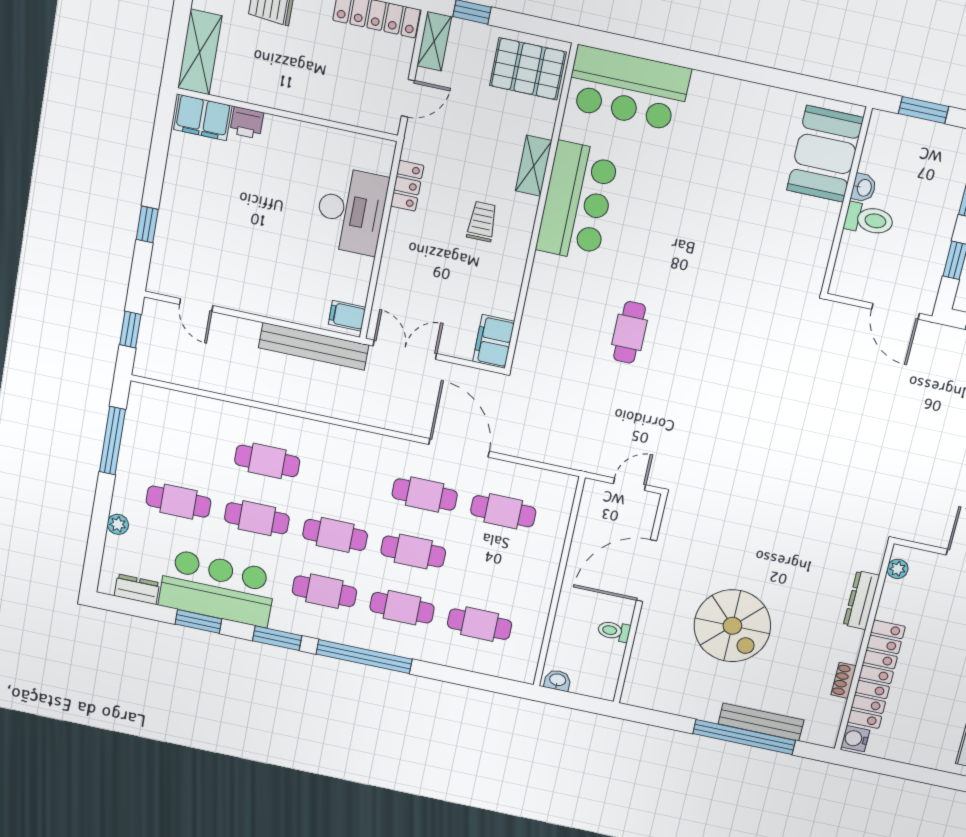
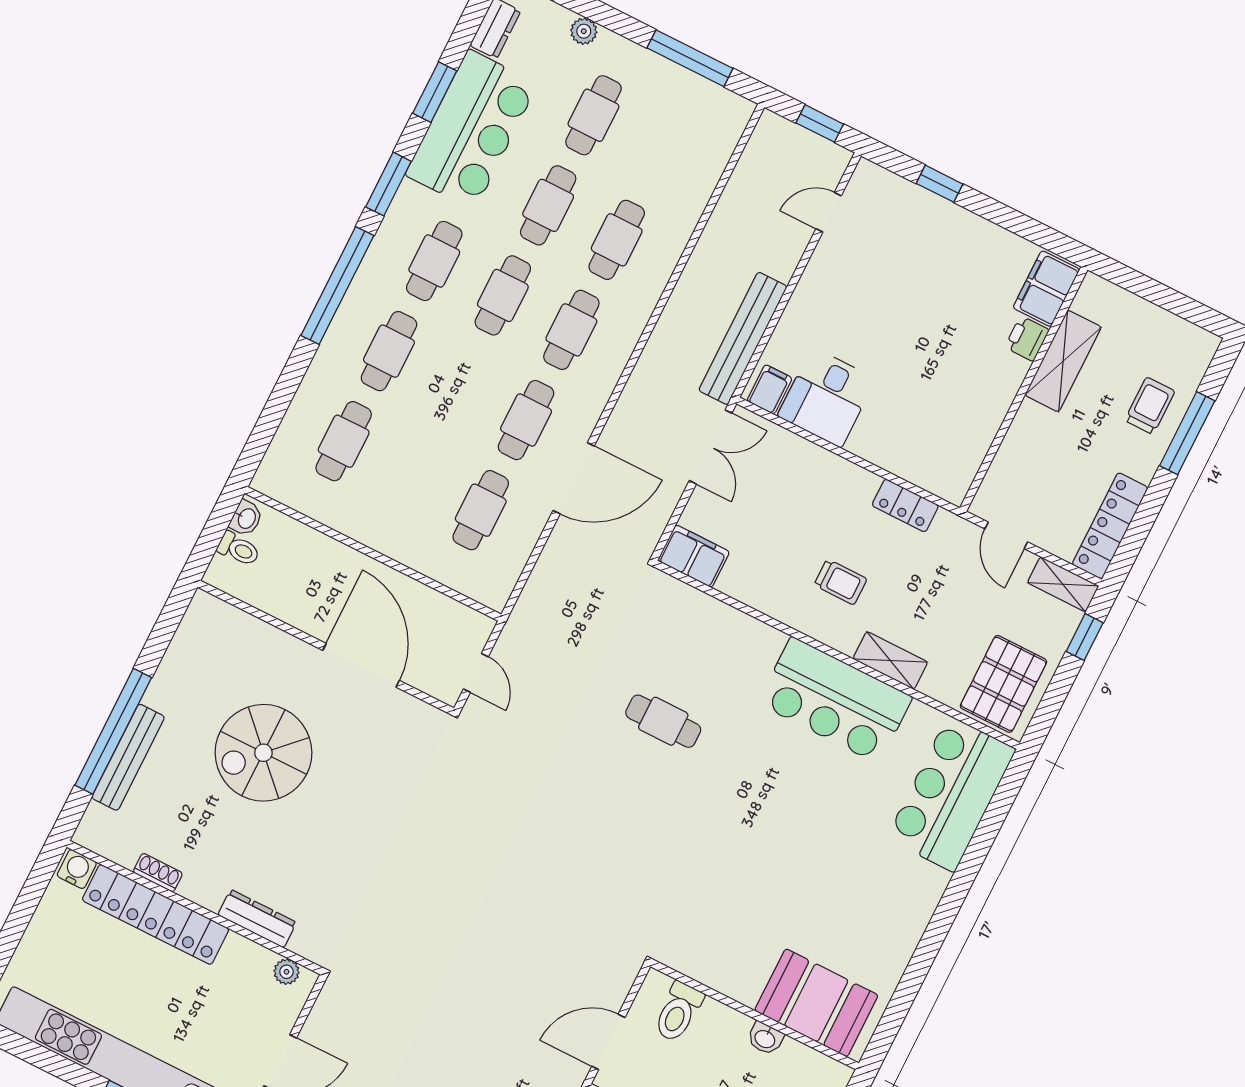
shelving: (200, 52) -> (1063, 361), moved, turned 90
desk: (351, 211) -> (827, 397), moved, width x0.73
toilet: (869, 219) -> (678, 1012), moved
cafe table: (413, 552) -> (571, 330), moved
toilet: (614, 631) -> (239, 549), moved, turned 90

